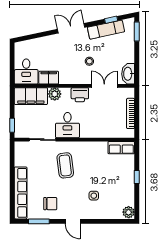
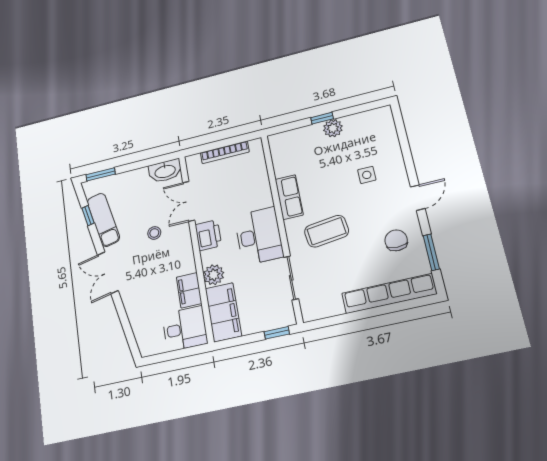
desk: (67, 125) -> (259, 236), width x1.37
row of seats: (121, 148) -> (289, 197), moved
plant: (129, 212) -> (333, 128), moved

